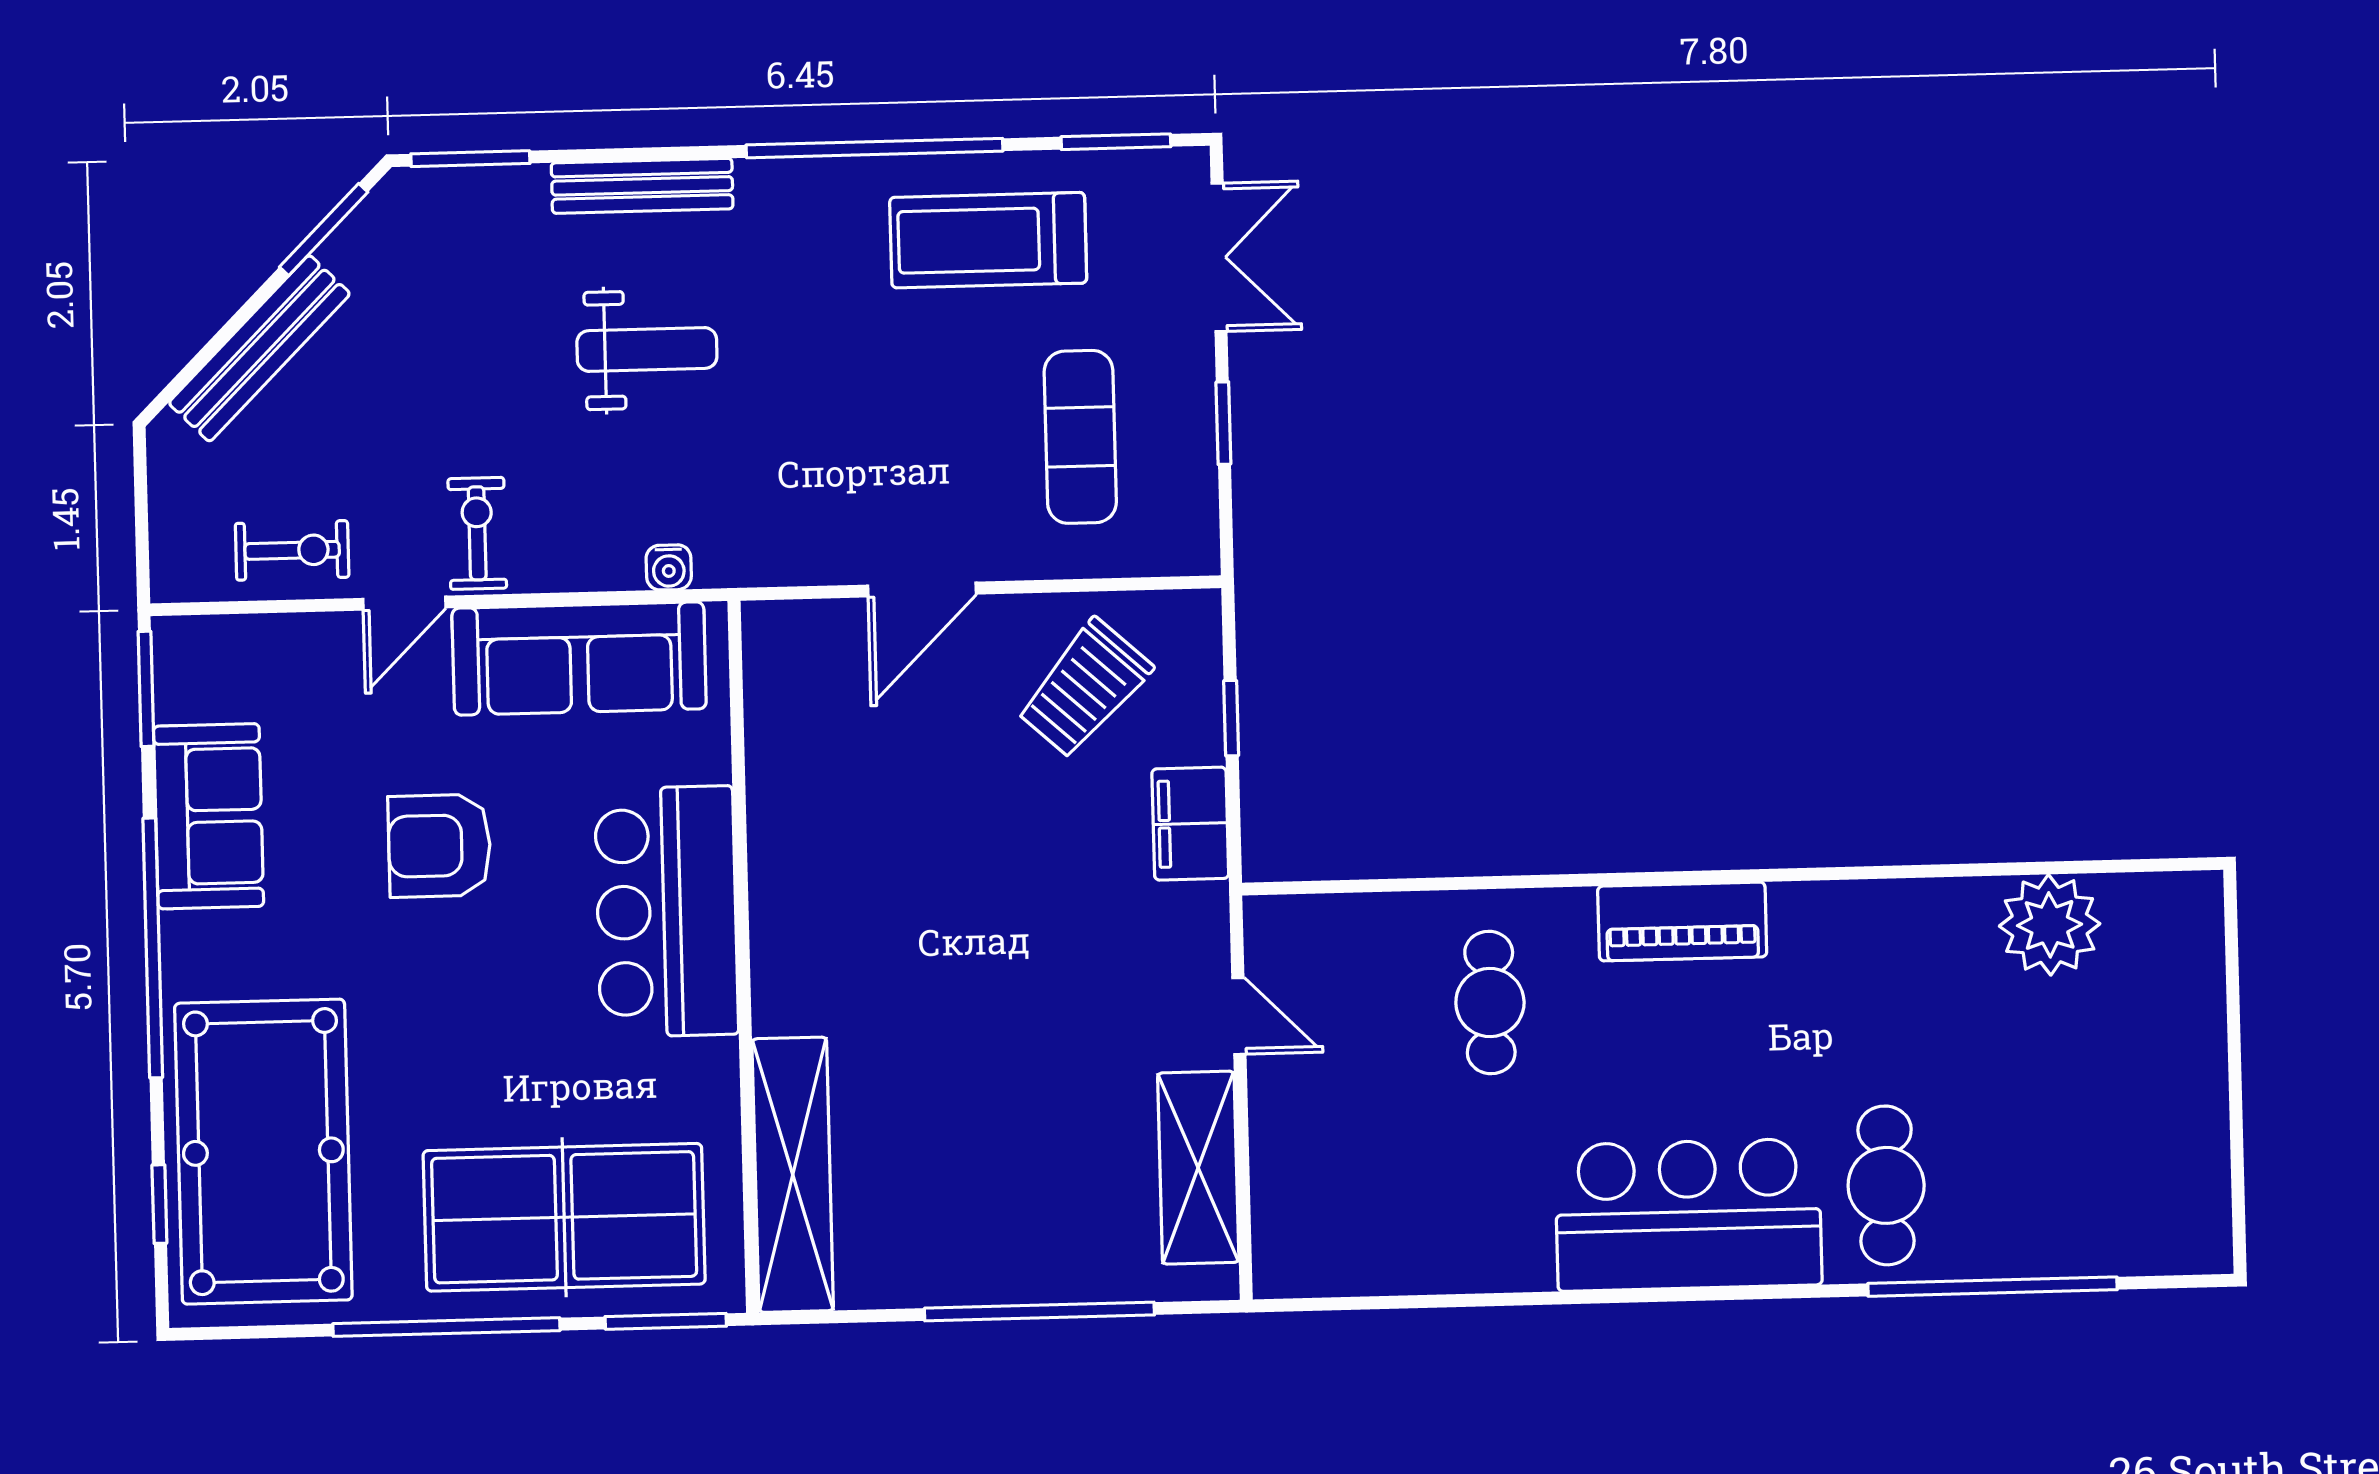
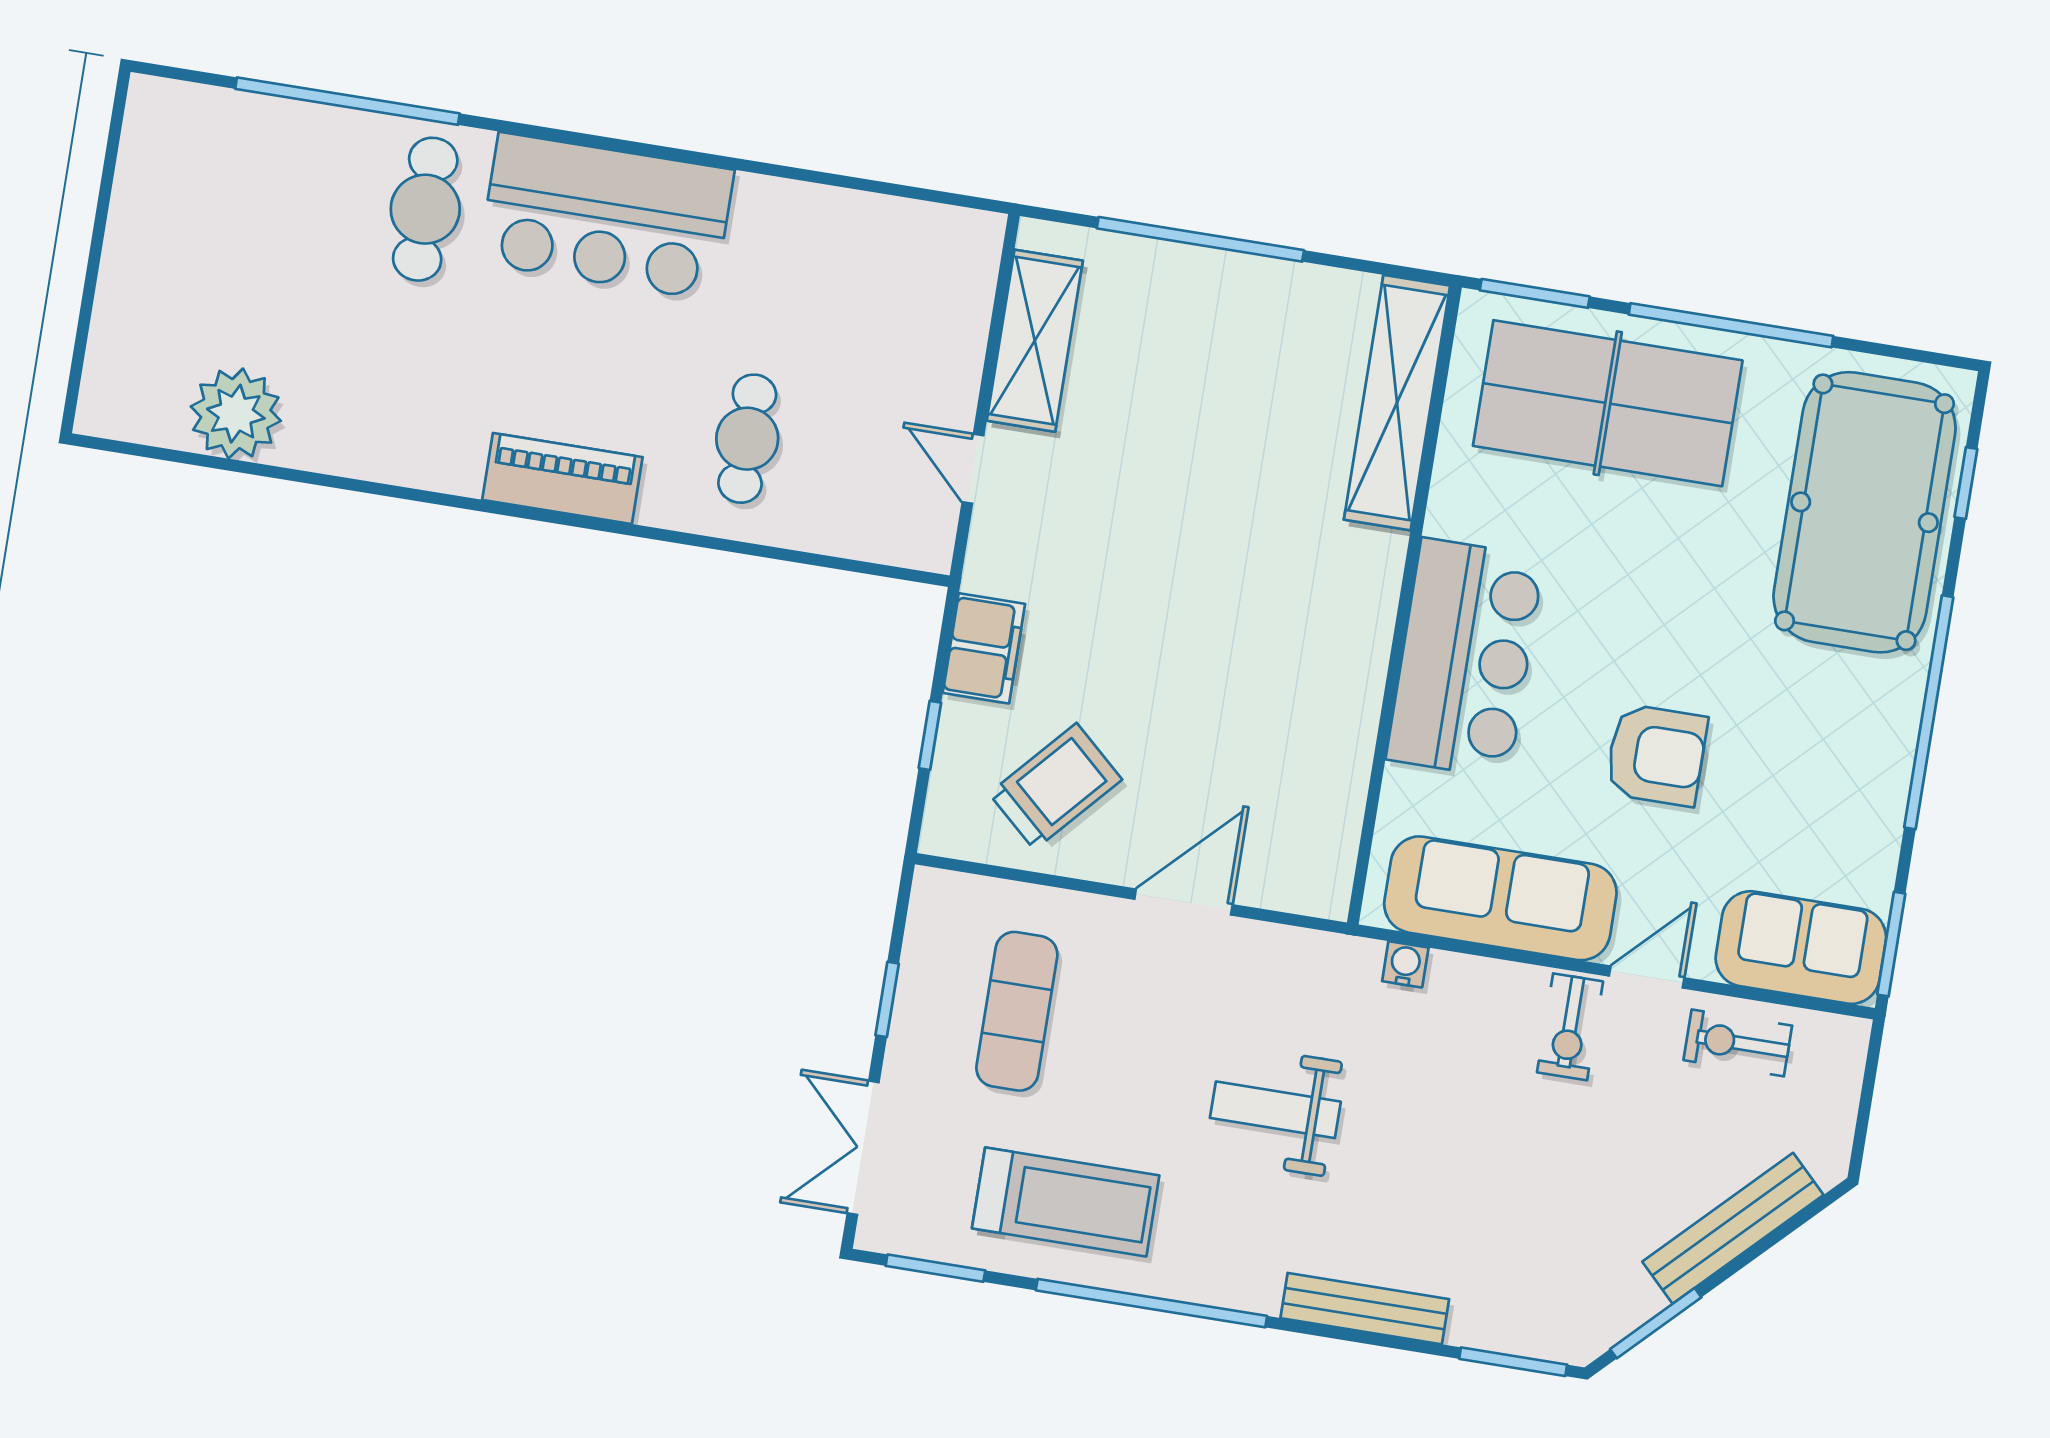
weight bench: (647, 350) -> (1275, 1110), moved
sofa: (209, 816) -> (1801, 948), moved, turned 90

